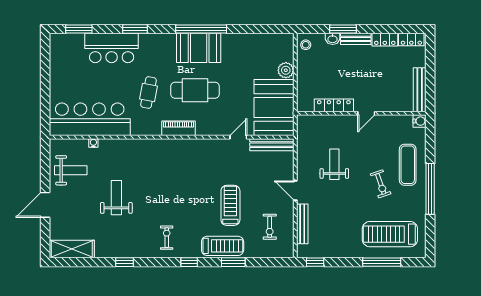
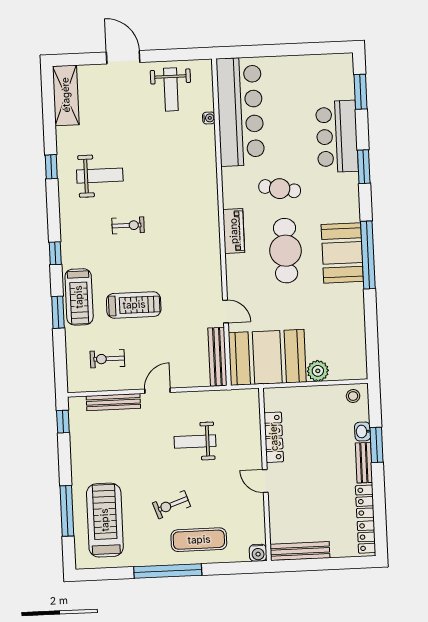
weight bench: (334, 164) -> (195, 441), turned 180
weight bench: (116, 198) -> (100, 176), moved
exercise bike: (167, 238) -> (128, 225), moved

